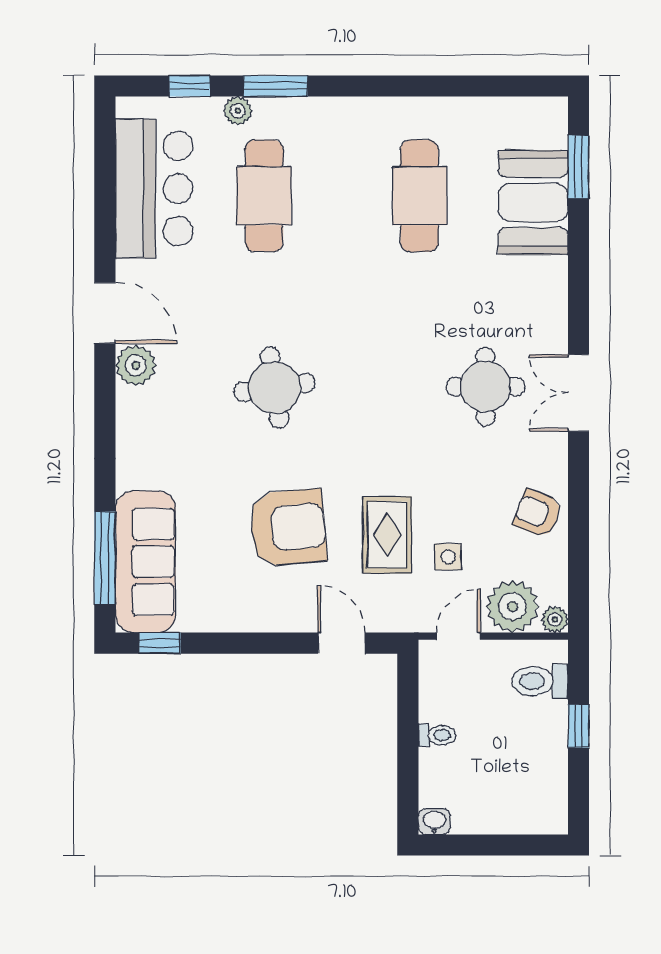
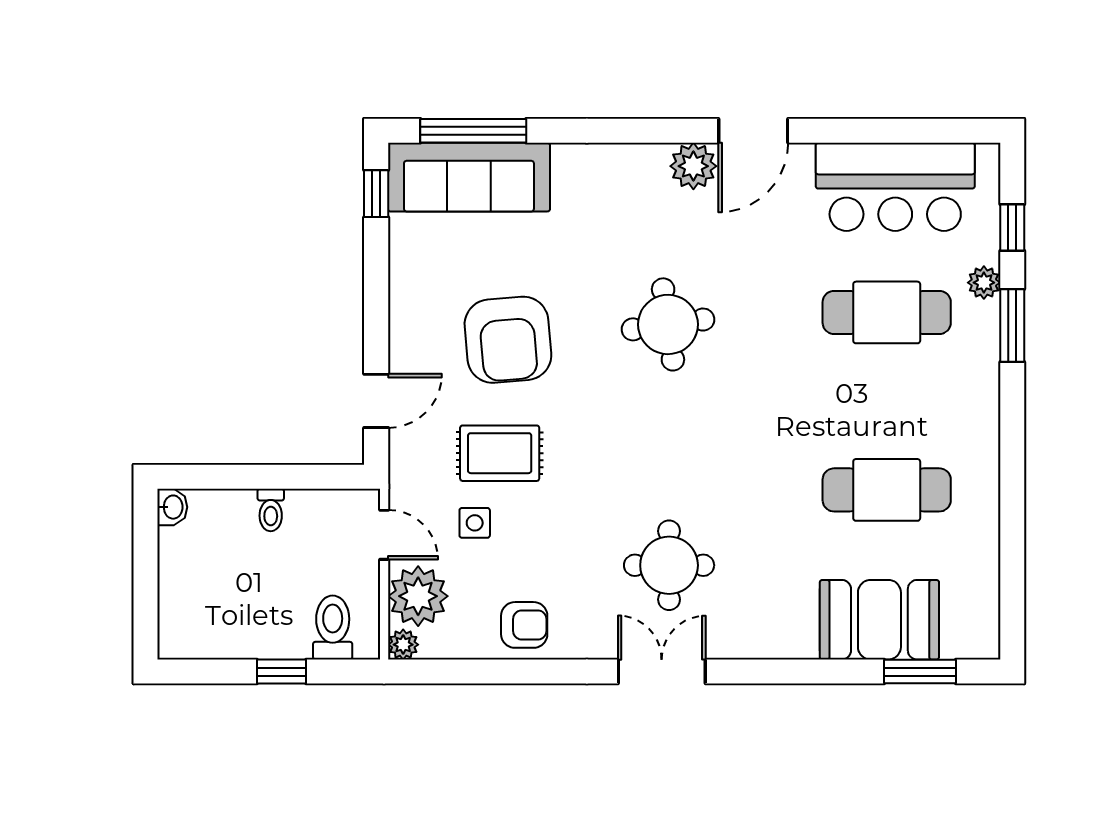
armchair: (538, 513) -> (524, 625), turned 69

